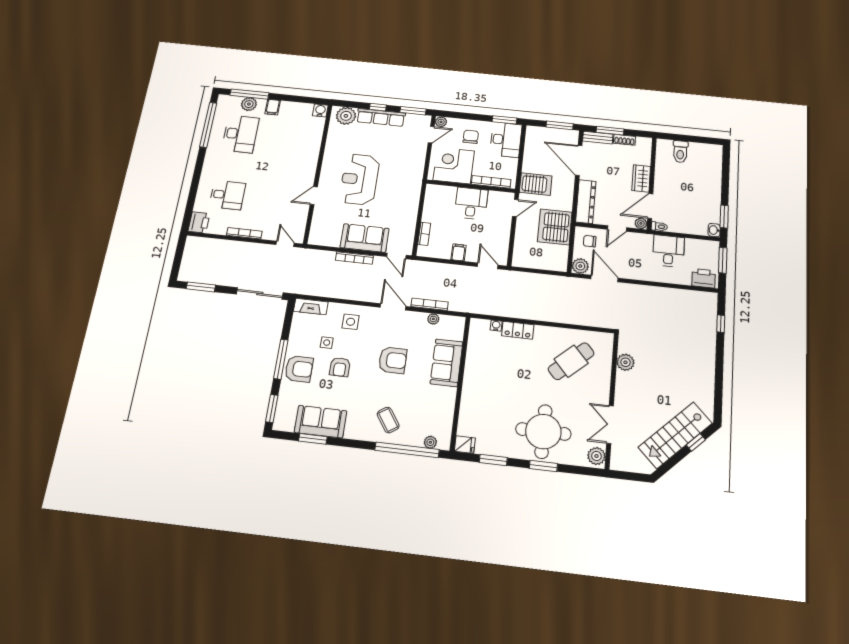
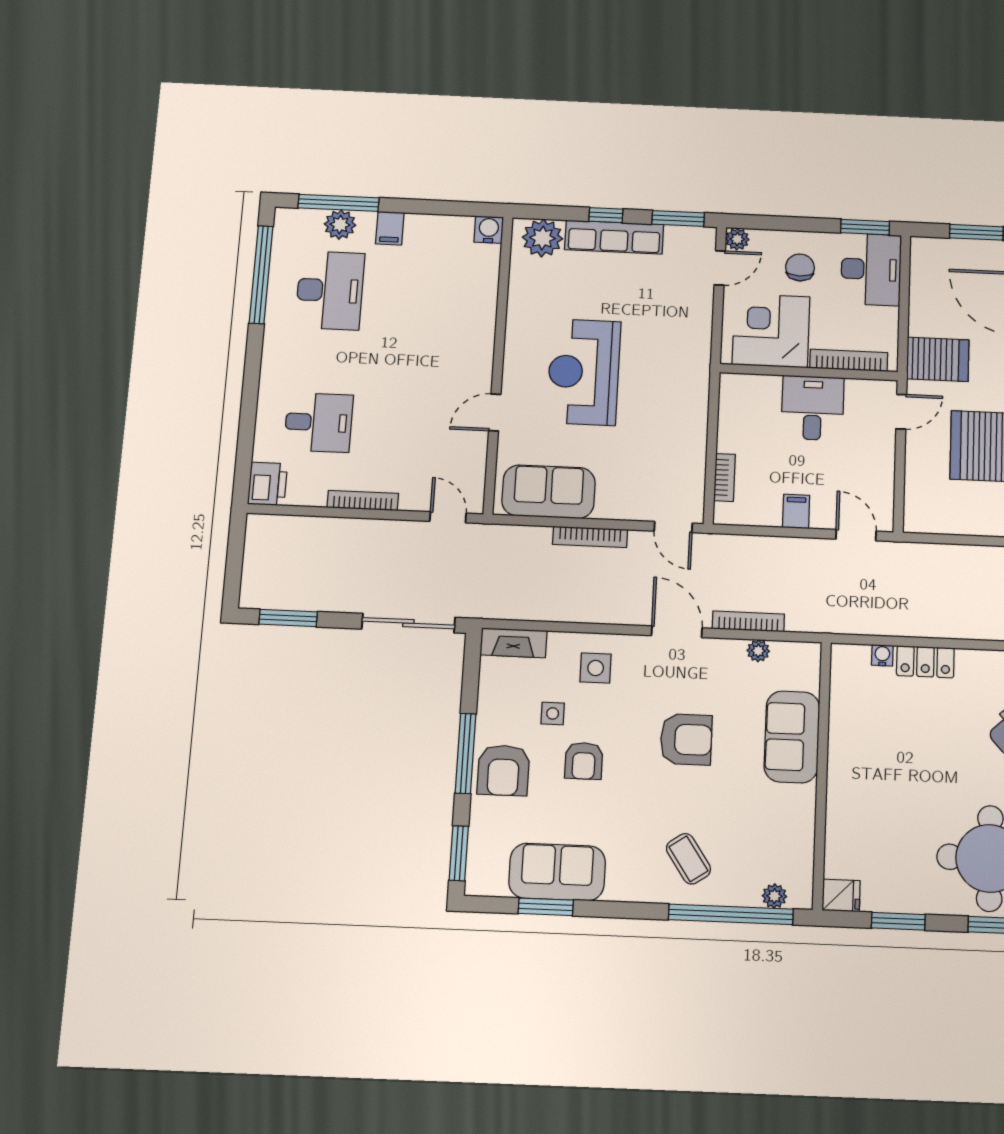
sofa: (365, 238) -> (549, 492), moved
armchair: (299, 369) -> (503, 770), turned 90

